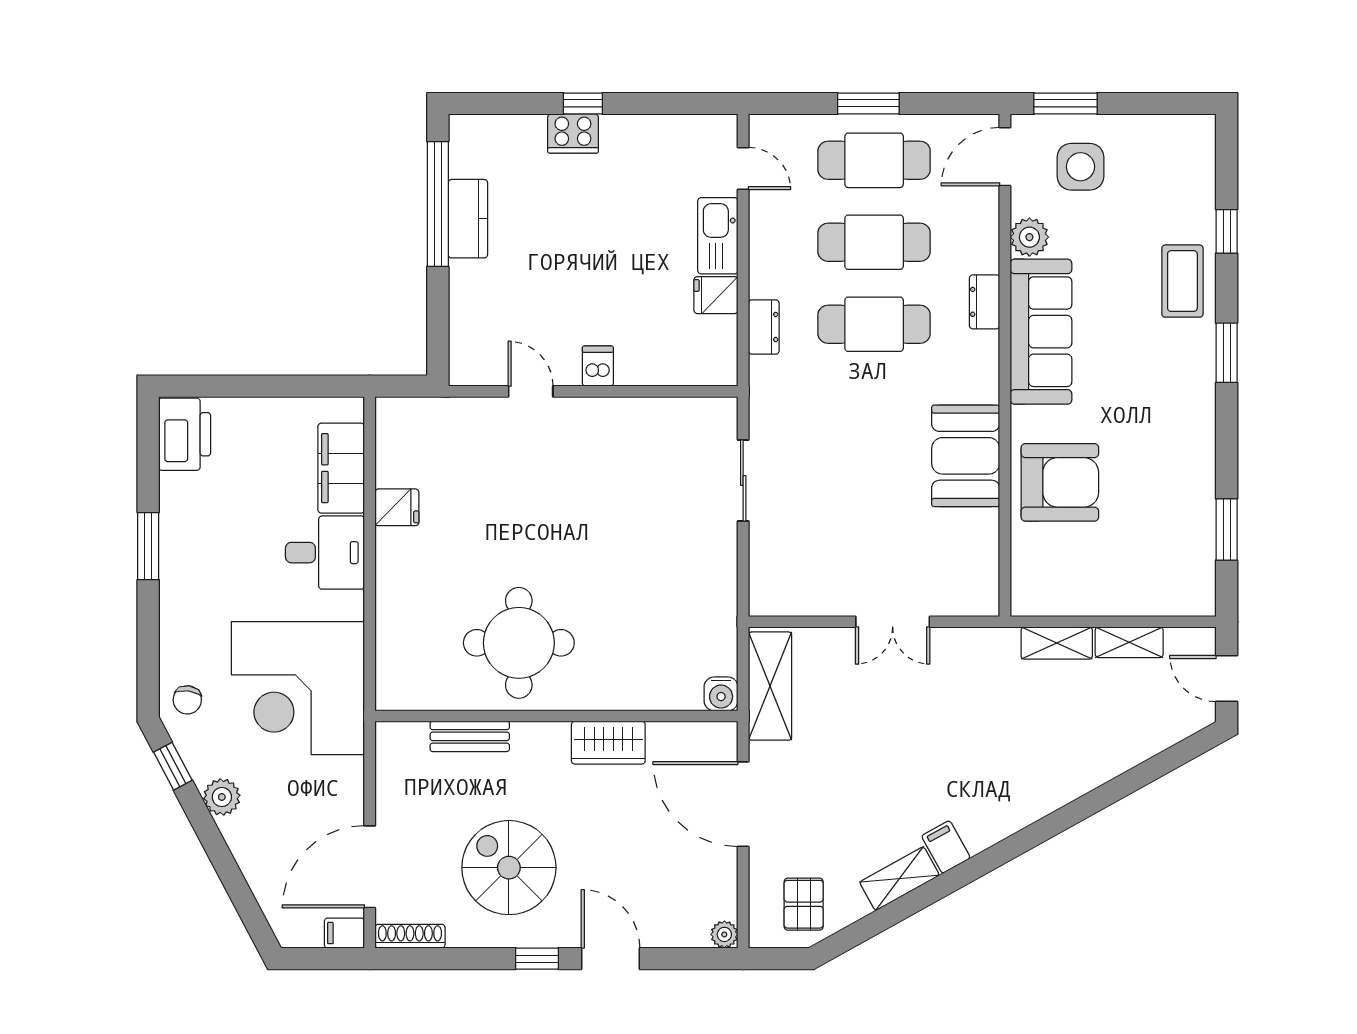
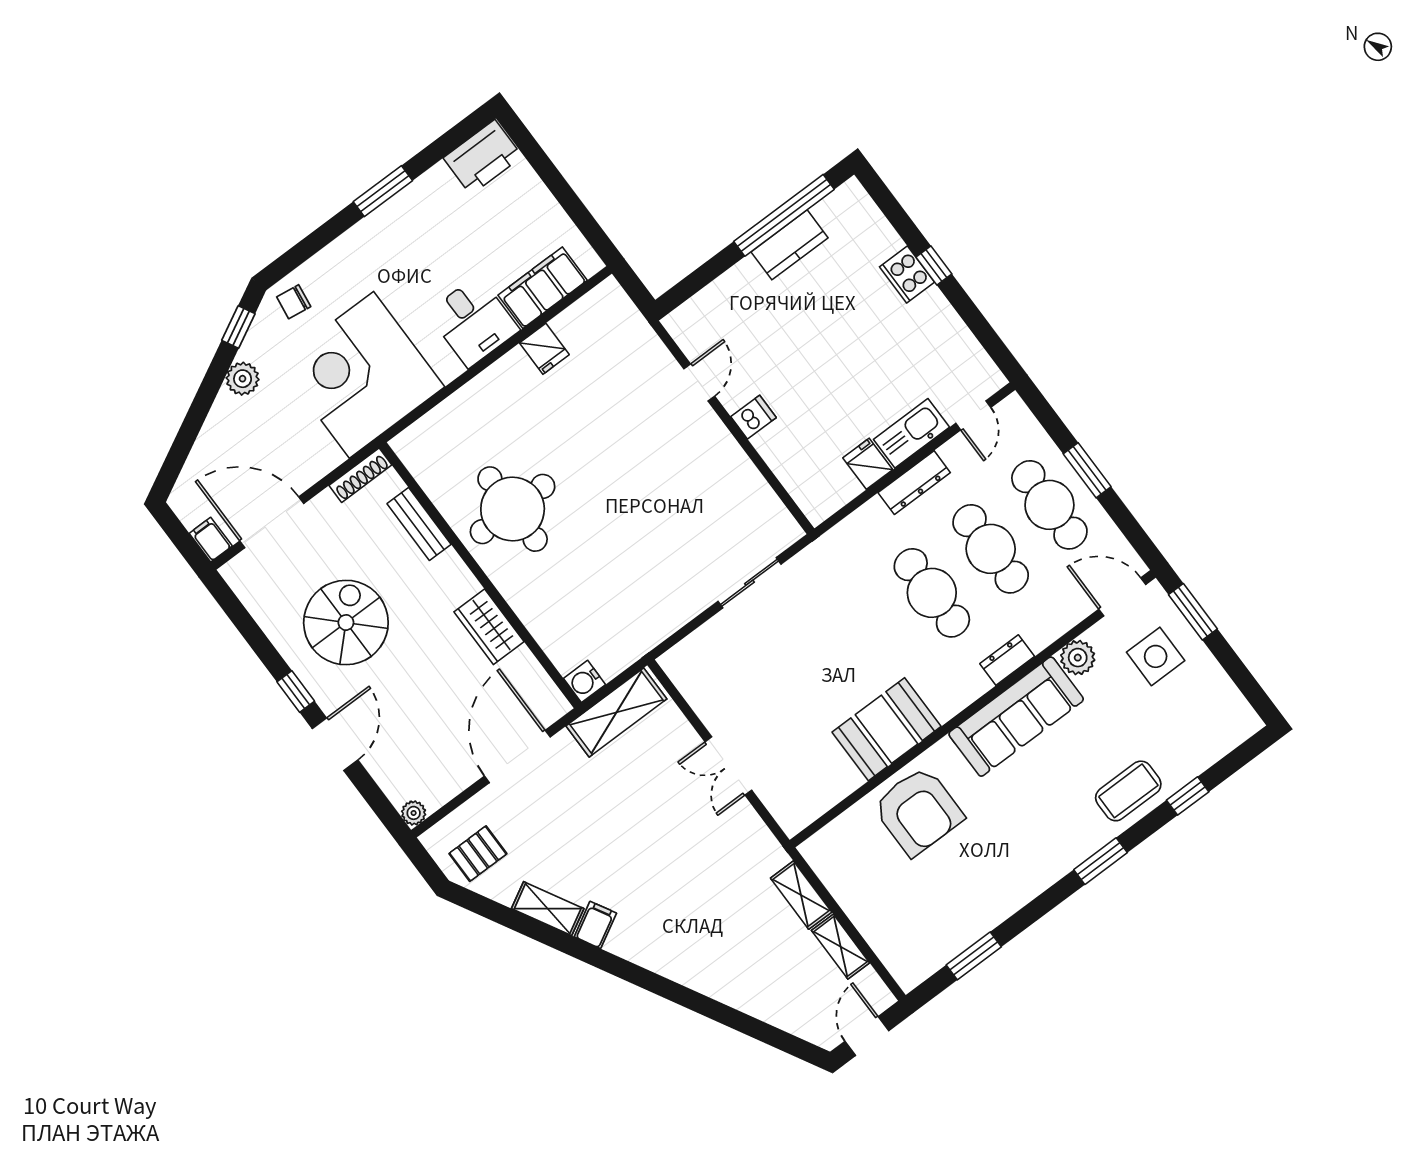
dresser: (764, 327) -> (914, 483), moved, width x1.44
shoe rack: (410, 936) -> (360, 475), moved, turned 90

